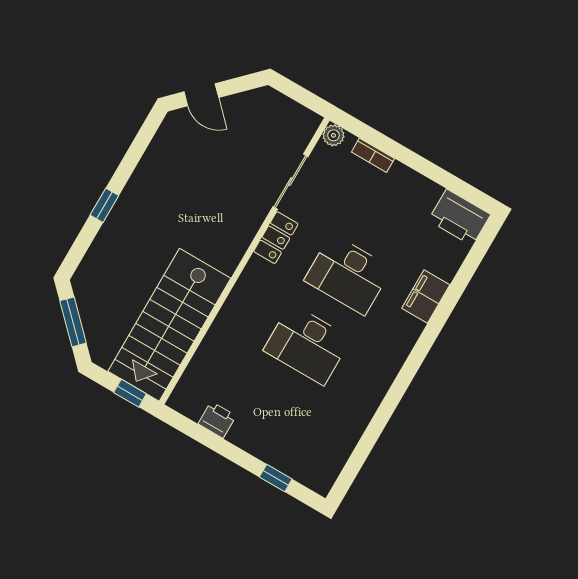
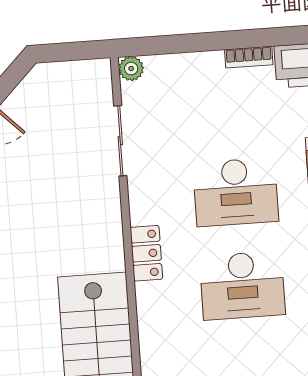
bookcase: (373, 155) -> (249, 57), moved
locker: (276, 238) -> (146, 253), moved

